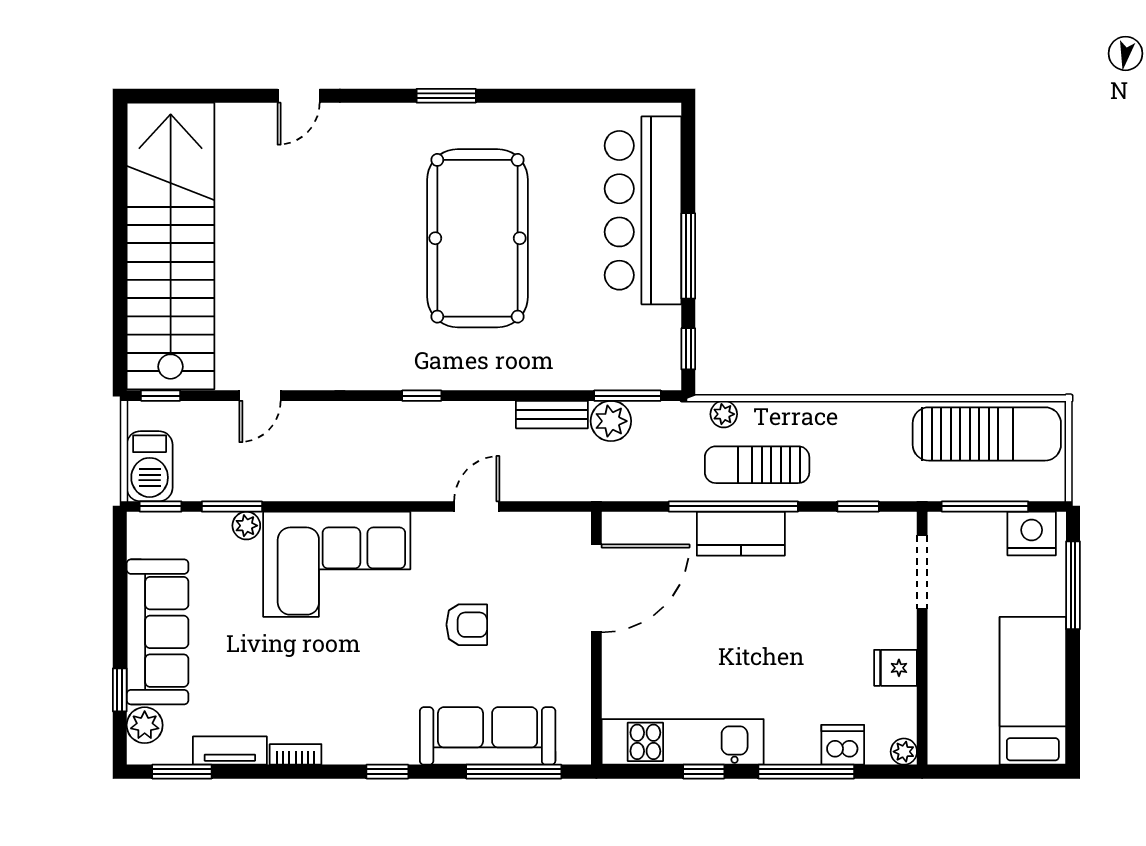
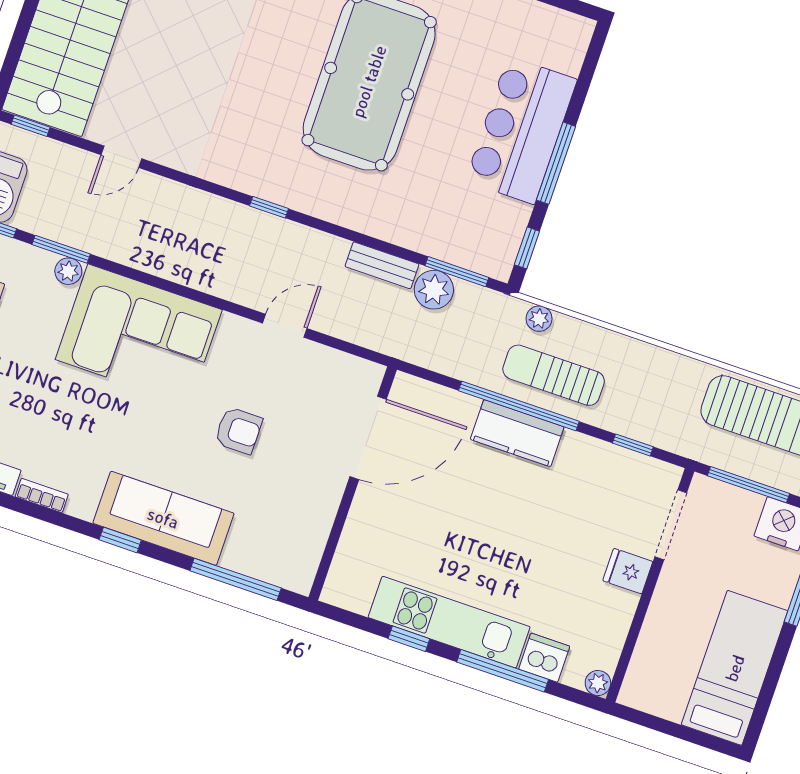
bar counter: (643, 210) -> (521, 130), width x0.73
fridge: (896, 668) -> (628, 571), moved
sofa: (488, 736) -> (163, 518), moved
kitchen unit: (683, 742) -> (449, 622), moved

